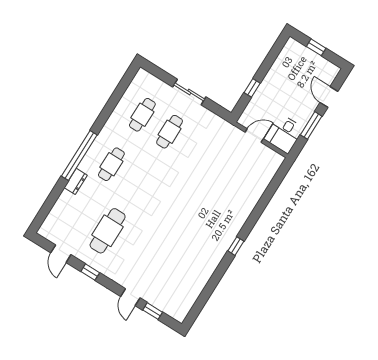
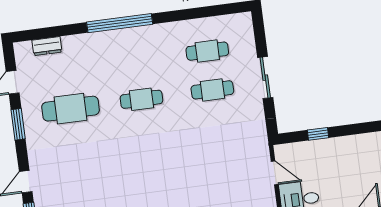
cafe table: (111, 164) -> (141, 99), moved
dresser: (76, 181) -> (47, 46), moved
window: (90, 272) -> (18, 124), width x1.50

